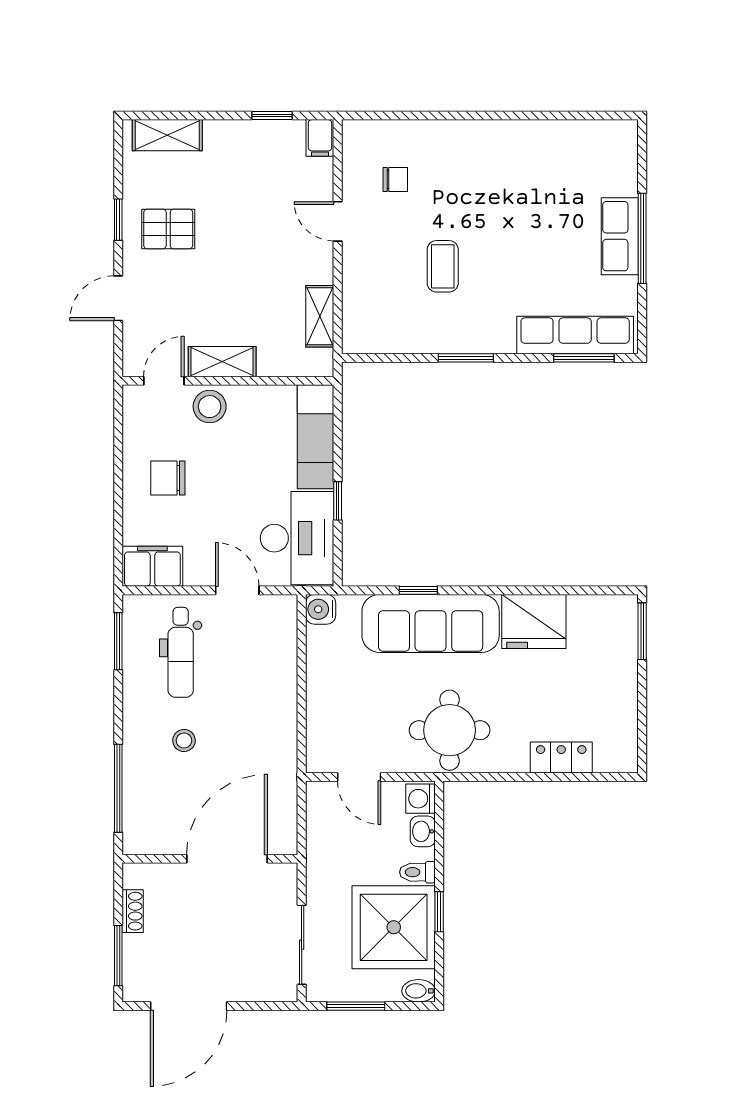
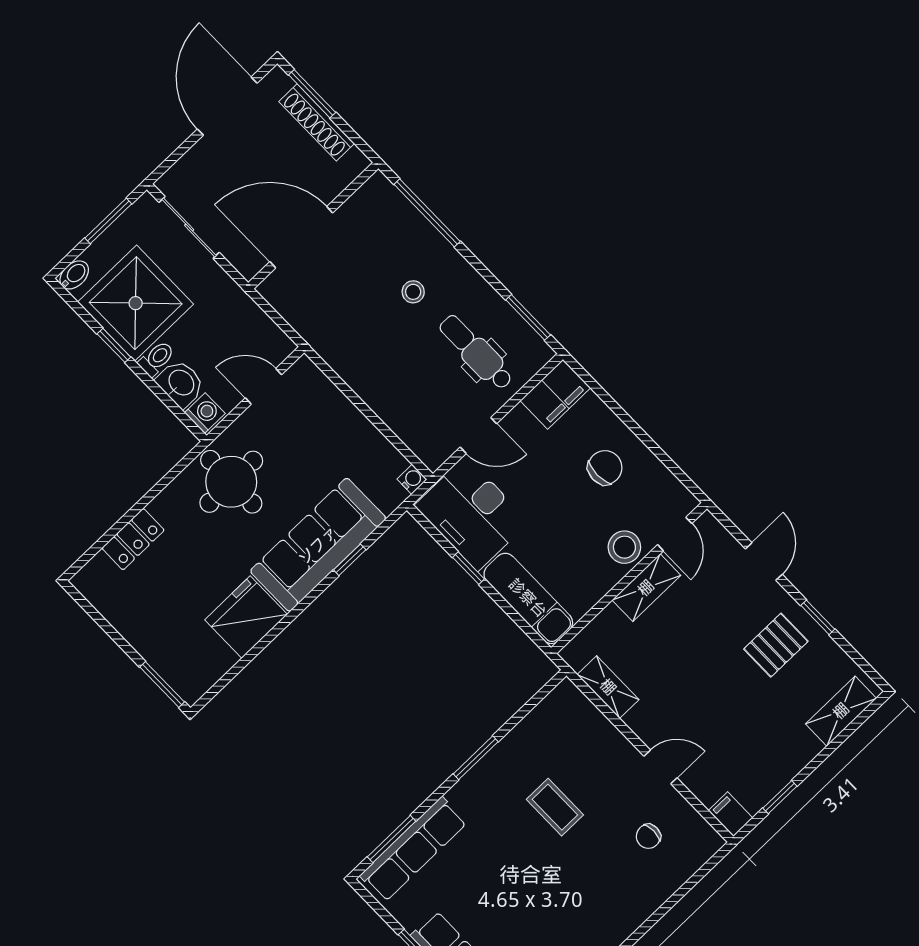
water cooler: (321, 609) -> (412, 479), width x0.72, depth x0.72
washbasin: (423, 831) -> (181, 383), width x1.38, depth x1.45
door: (227, 859) -> (301, 237), swing flipped
shoe rack: (133, 911) -> (317, 122), width x1.94, depth x1.24

